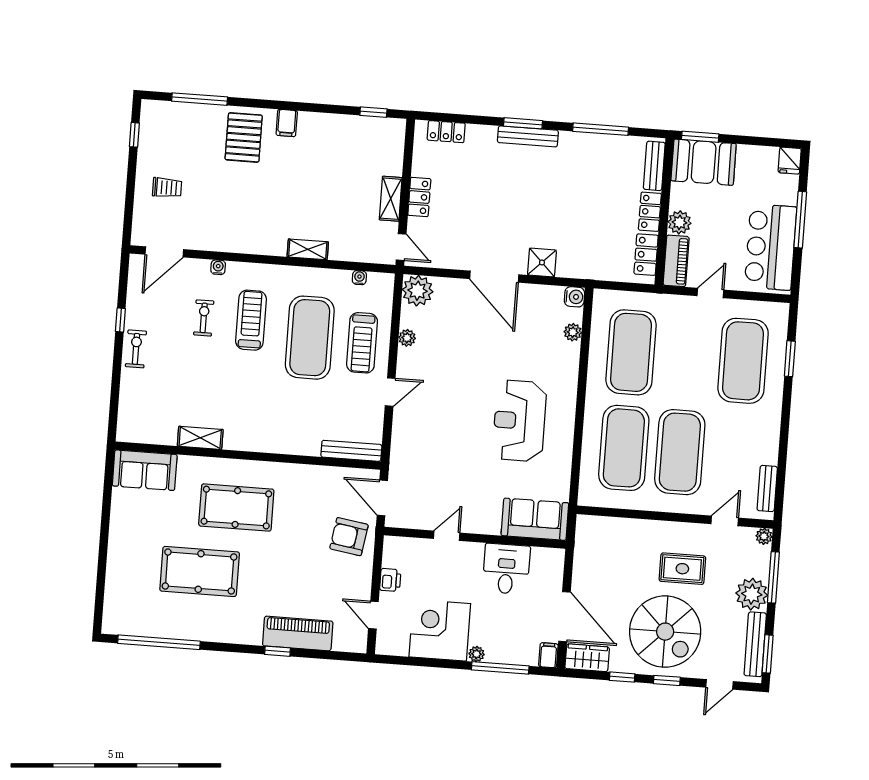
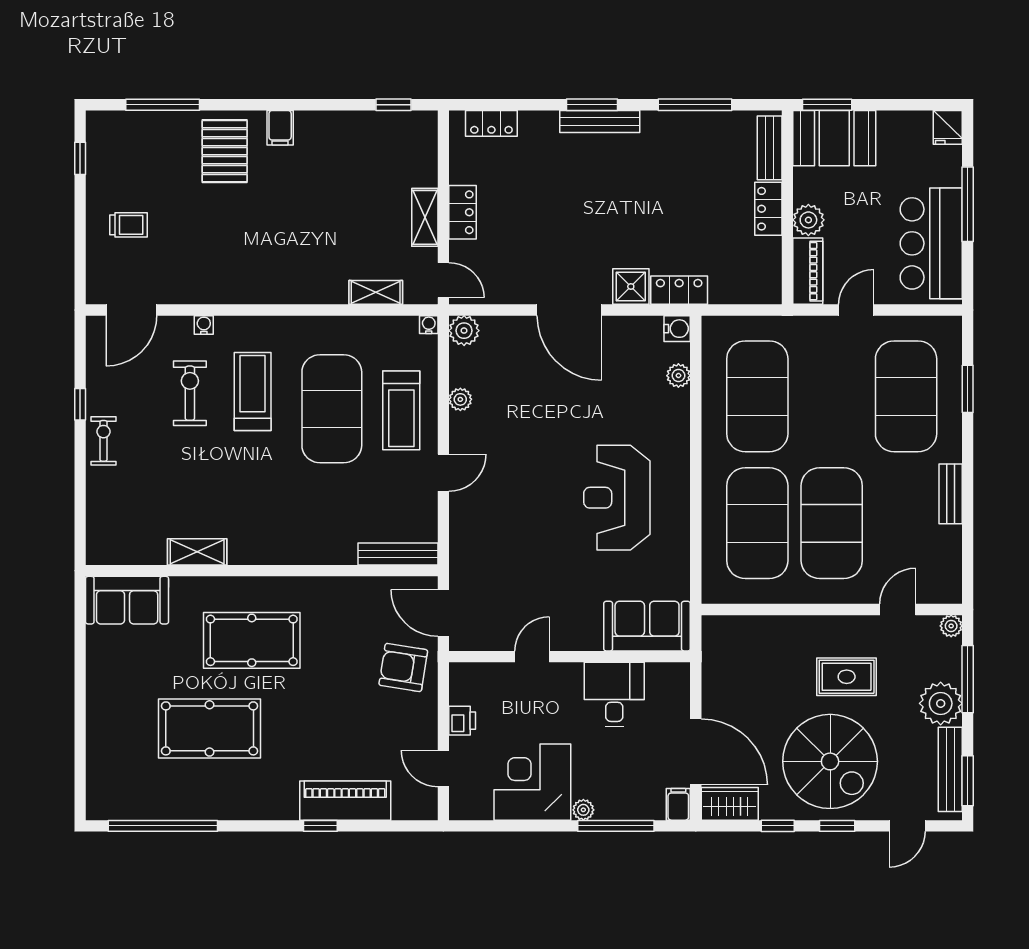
shelving: (308, 249) -> (376, 292), moved
locker: (646, 255) -> (679, 290), moved, turned 90
water cooler: (359, 278) -> (429, 325), moved
plant: (418, 291) -> (464, 331), width x0.73, depth x0.73
exercise bike: (204, 318) -> (190, 393), width x1.38, depth x1.39
bench: (767, 489) -> (951, 494), moved

